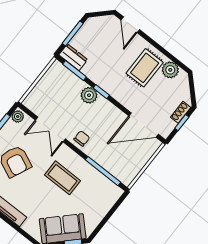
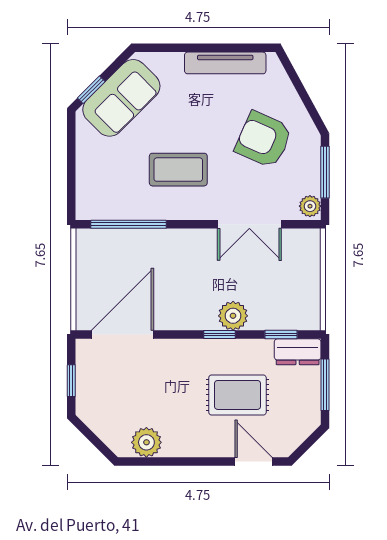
rug: (145, 68) -> (237, 395), moved, turned 90
window: (75, 70) -> (281, 335), width x0.67
shoe rack: (181, 112) -> (84, 394), removed
double door: (50, 129) -> (249, 224), swing flipped
chair: (82, 138) -> (195, 247), removed

